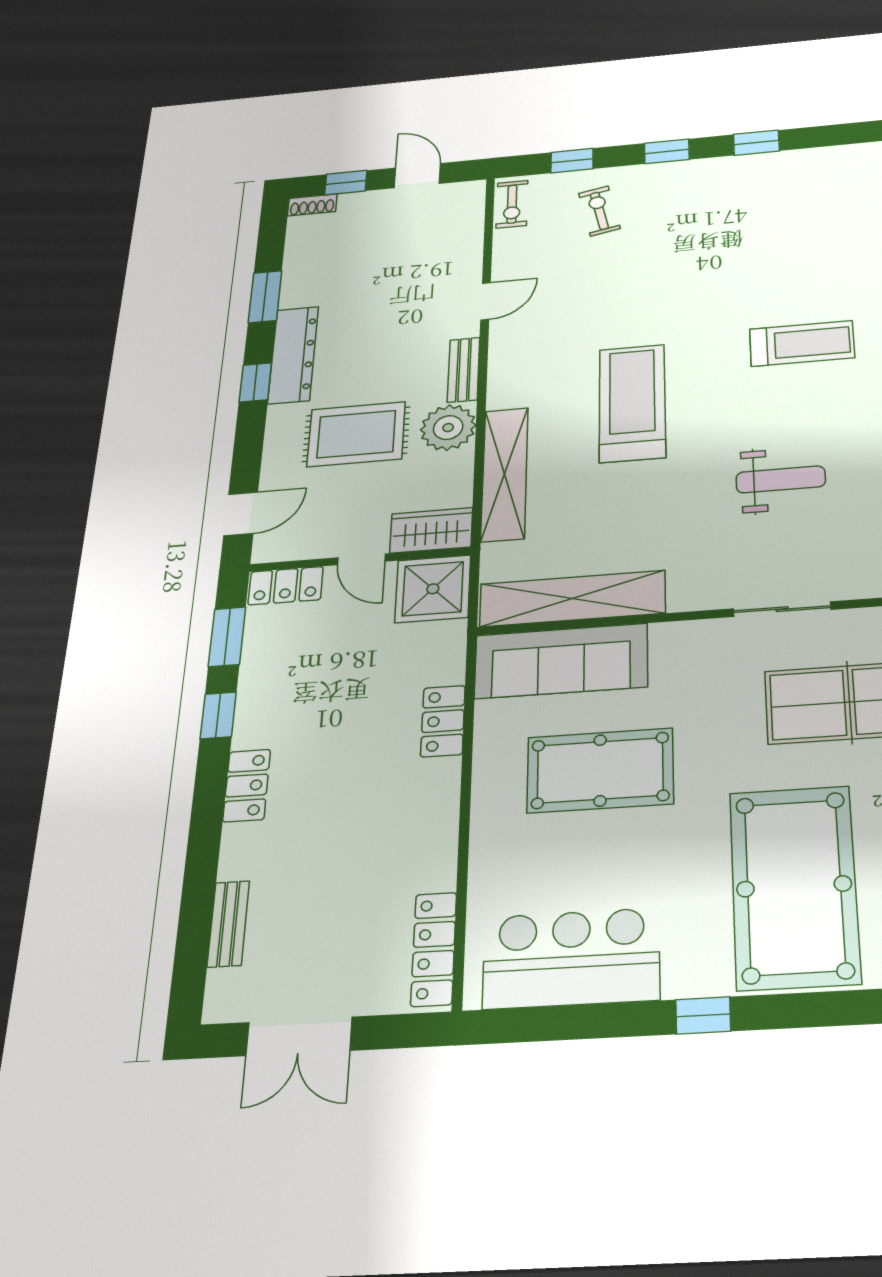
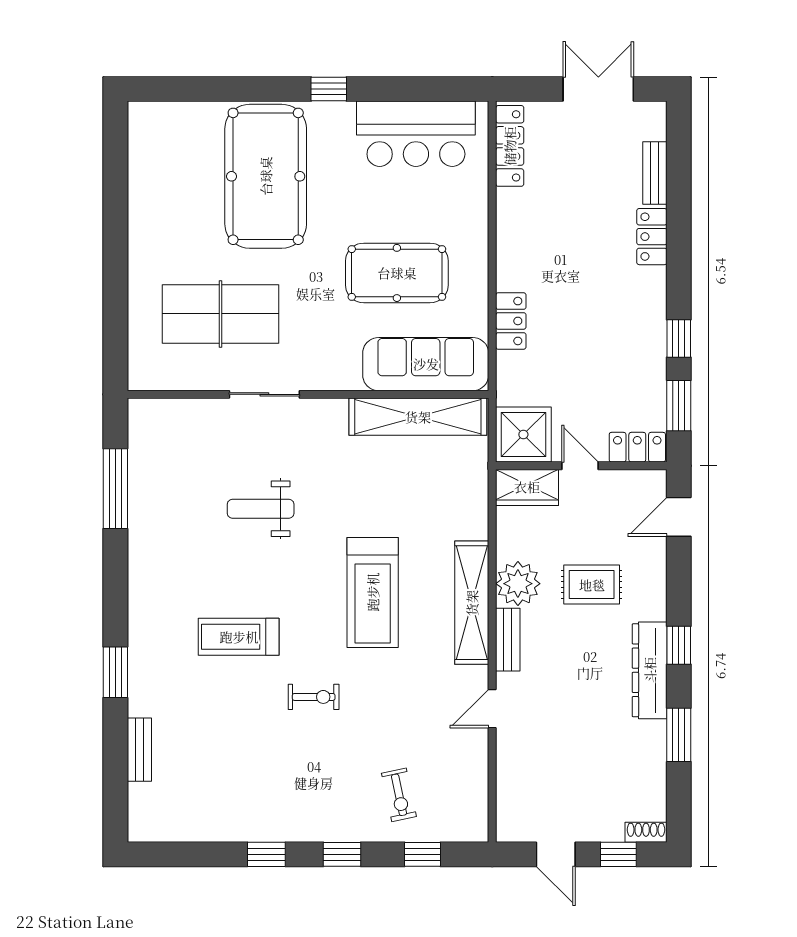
exercise bike: (512, 204) -> (314, 697), moved, turned 90
rug: (356, 434) -> (592, 585), width x0.73, depth x0.70
shelving: (505, 474) -> (472, 603), moved
locker: (247, 786) -> (652, 237), moved

